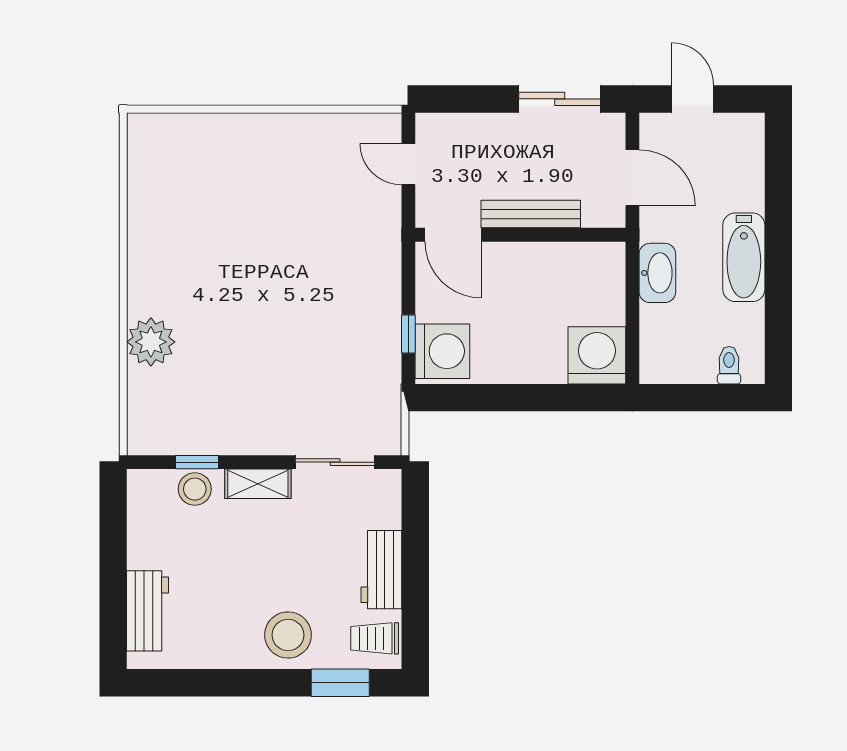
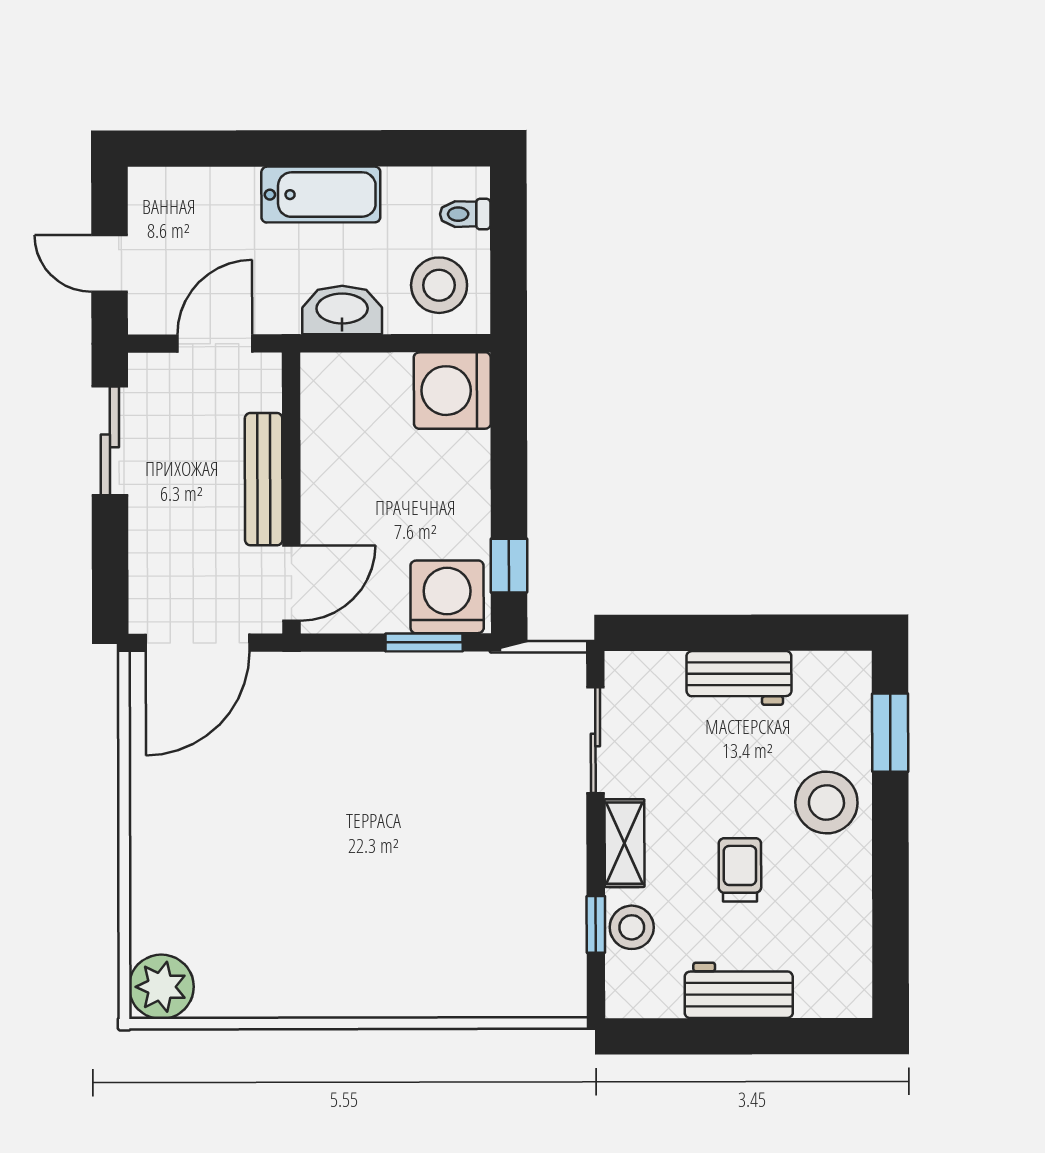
door: (692, 99) -> (110, 263), hinge flipped
door: (408, 164) -> (197, 643), width x1.88
window: (408, 334) -> (424, 642), width x1.50
plant: (151, 342) -> (161, 987), moved
stool: (676, 346) -> (439, 285), added
window: (466, 398) -> (509, 566), added
workbench: (148, 611) -> (739, 990), moved
trolley: (375, 638) -> (740, 870), moved, turned 180

